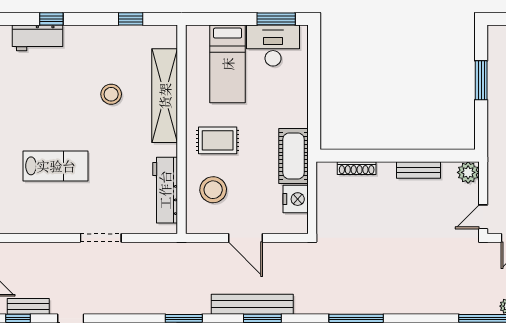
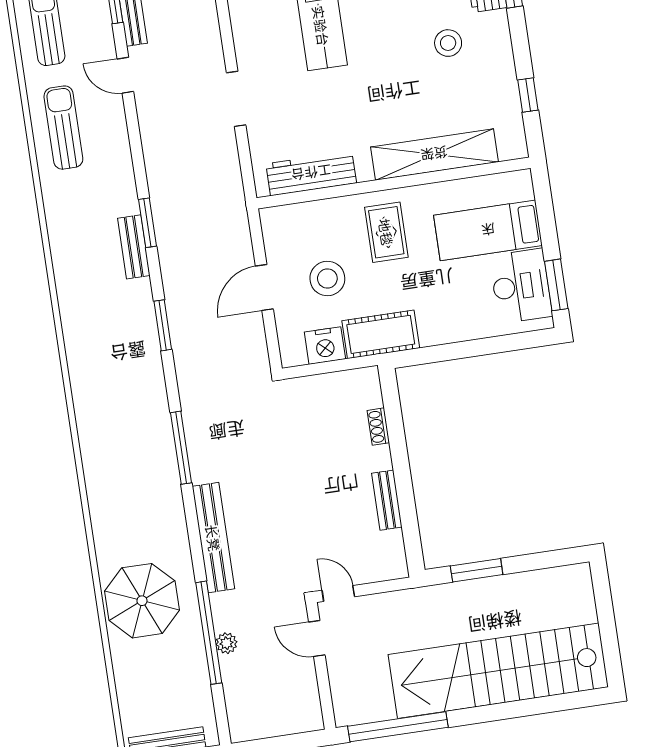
window: (481, 80) -> (477, 570), moved
stool: (111, 94) -> (448, 43), moved
shoe rack: (357, 168) -> (378, 427), width x0.70
plant: (468, 172) -> (393, 565), removed
stool: (213, 190) -> (327, 278), moved
bench: (252, 304) -> (213, 538), moved

